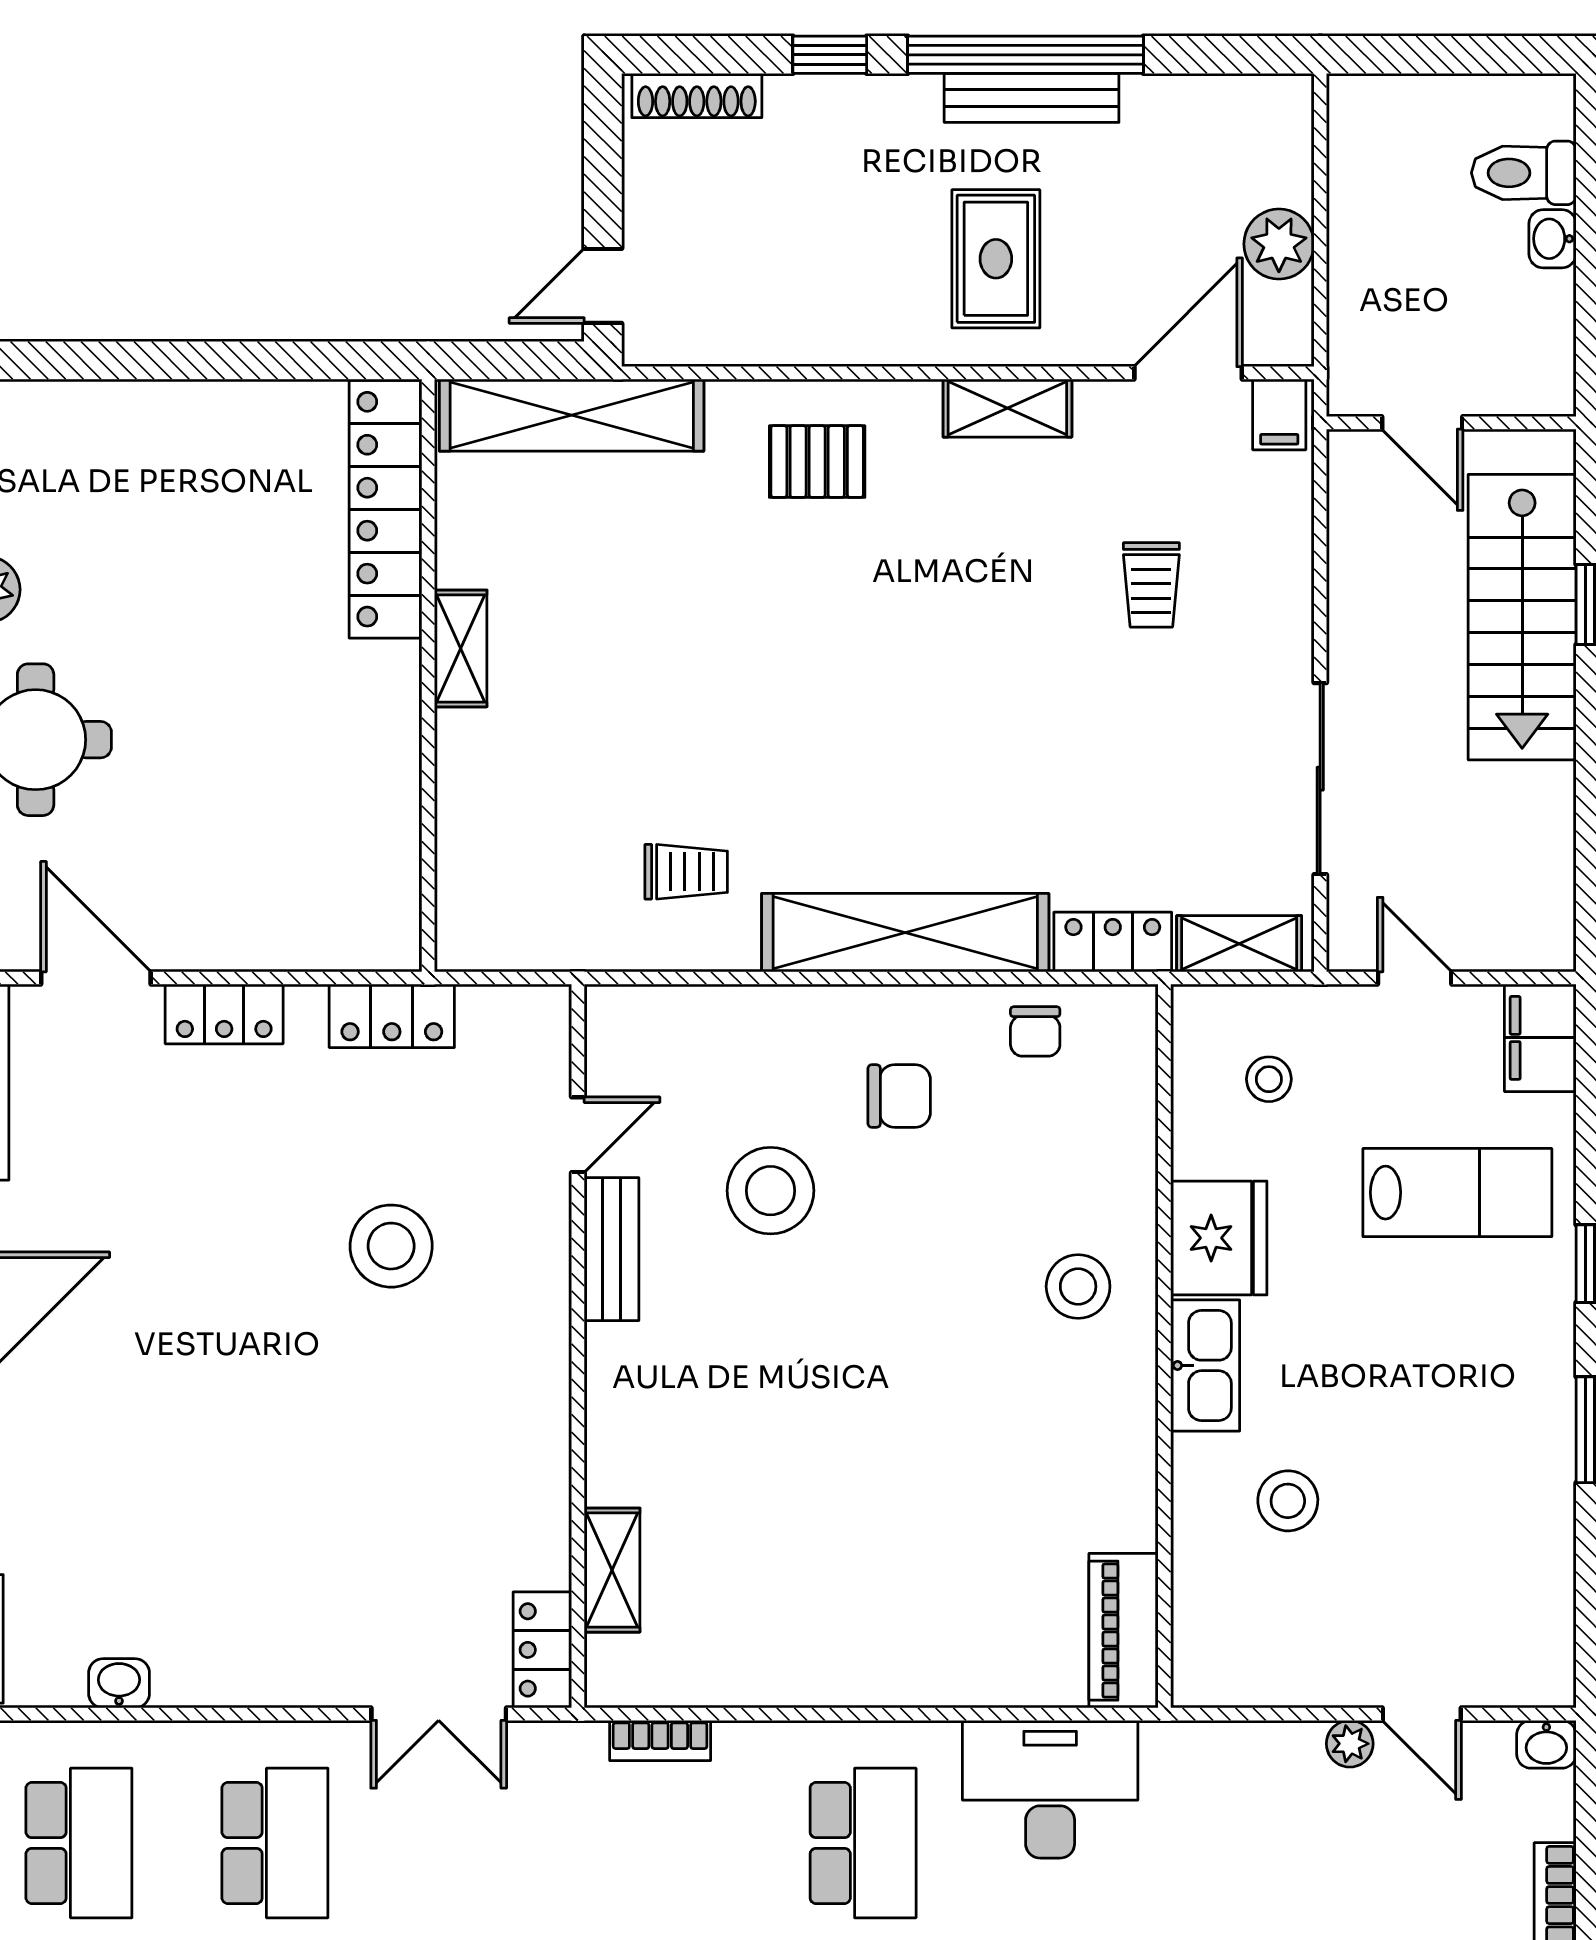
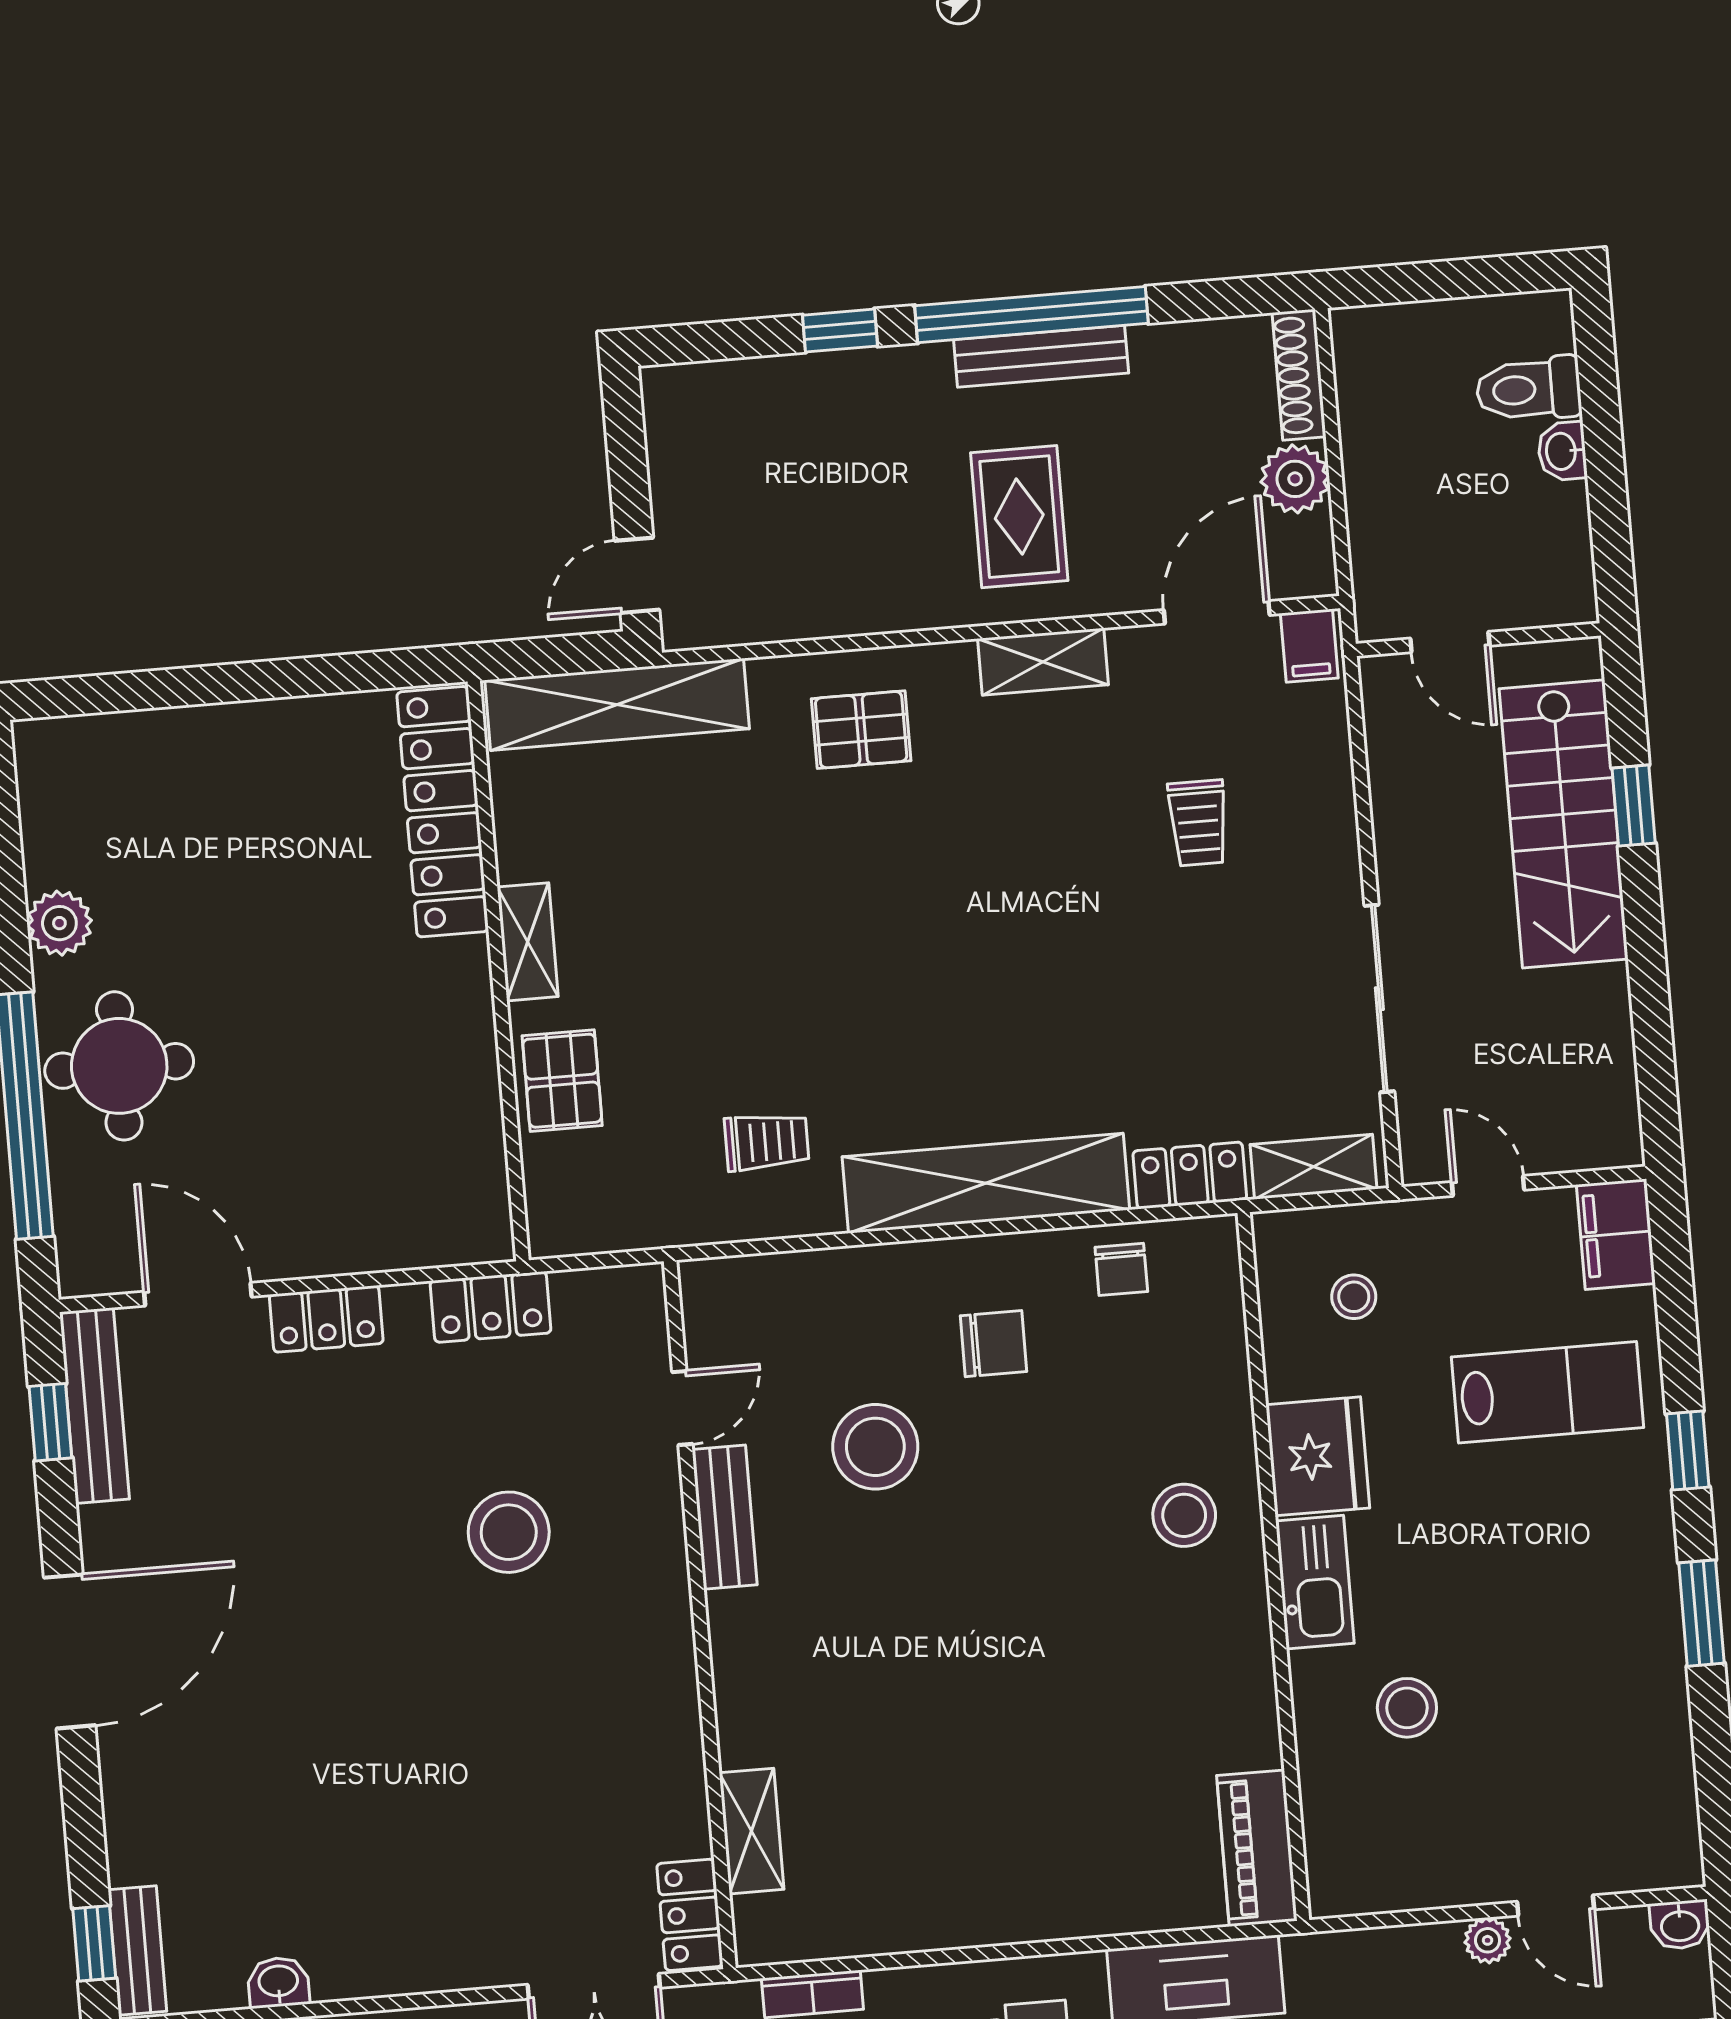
shoe rack: (697, 96) -> (1299, 375), moved, turned 90
pallet: (484, 792) -> (562, 1081), added

